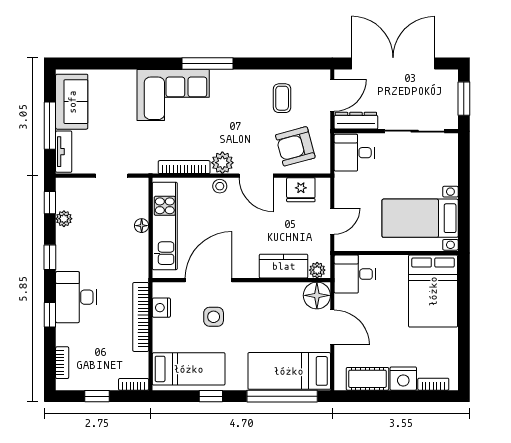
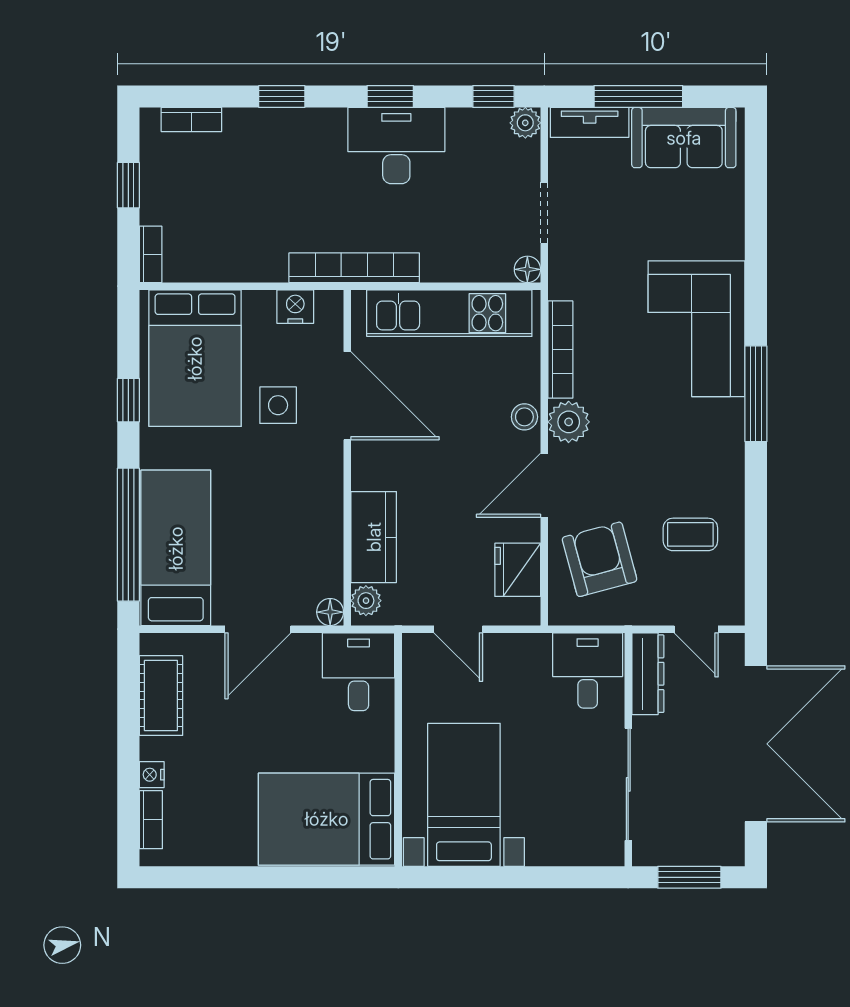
door: (332, 95) -> (696, 629), width x0.73
plant: (64, 219) -> (525, 123), moved
floor lamp: (142, 226) -> (527, 269), moved
floor lamp: (317, 295) -> (330, 612), width x0.53, depth x0.53
desk: (76, 297) -> (396, 146), moved
bookcase: (141, 317) -> (354, 268), moved
bed: (189, 369) -> (195, 358), width x1.50
nightstand: (403, 379) -> (152, 775), width x0.53, depth x0.56

